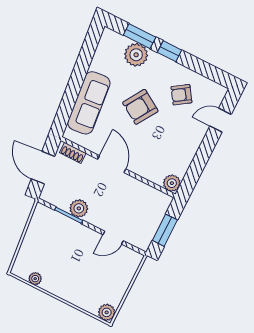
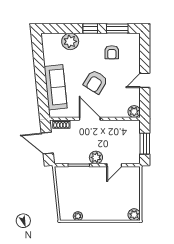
window: (140, 36) -> (117, 28), moved
armchair: (181, 95) -> (112, 52), turned -56
armchair: (140, 107) -> (96, 82), moved
door: (220, 120) -> (145, 80), moved
plant: (79, 208) -> (96, 157), moved

